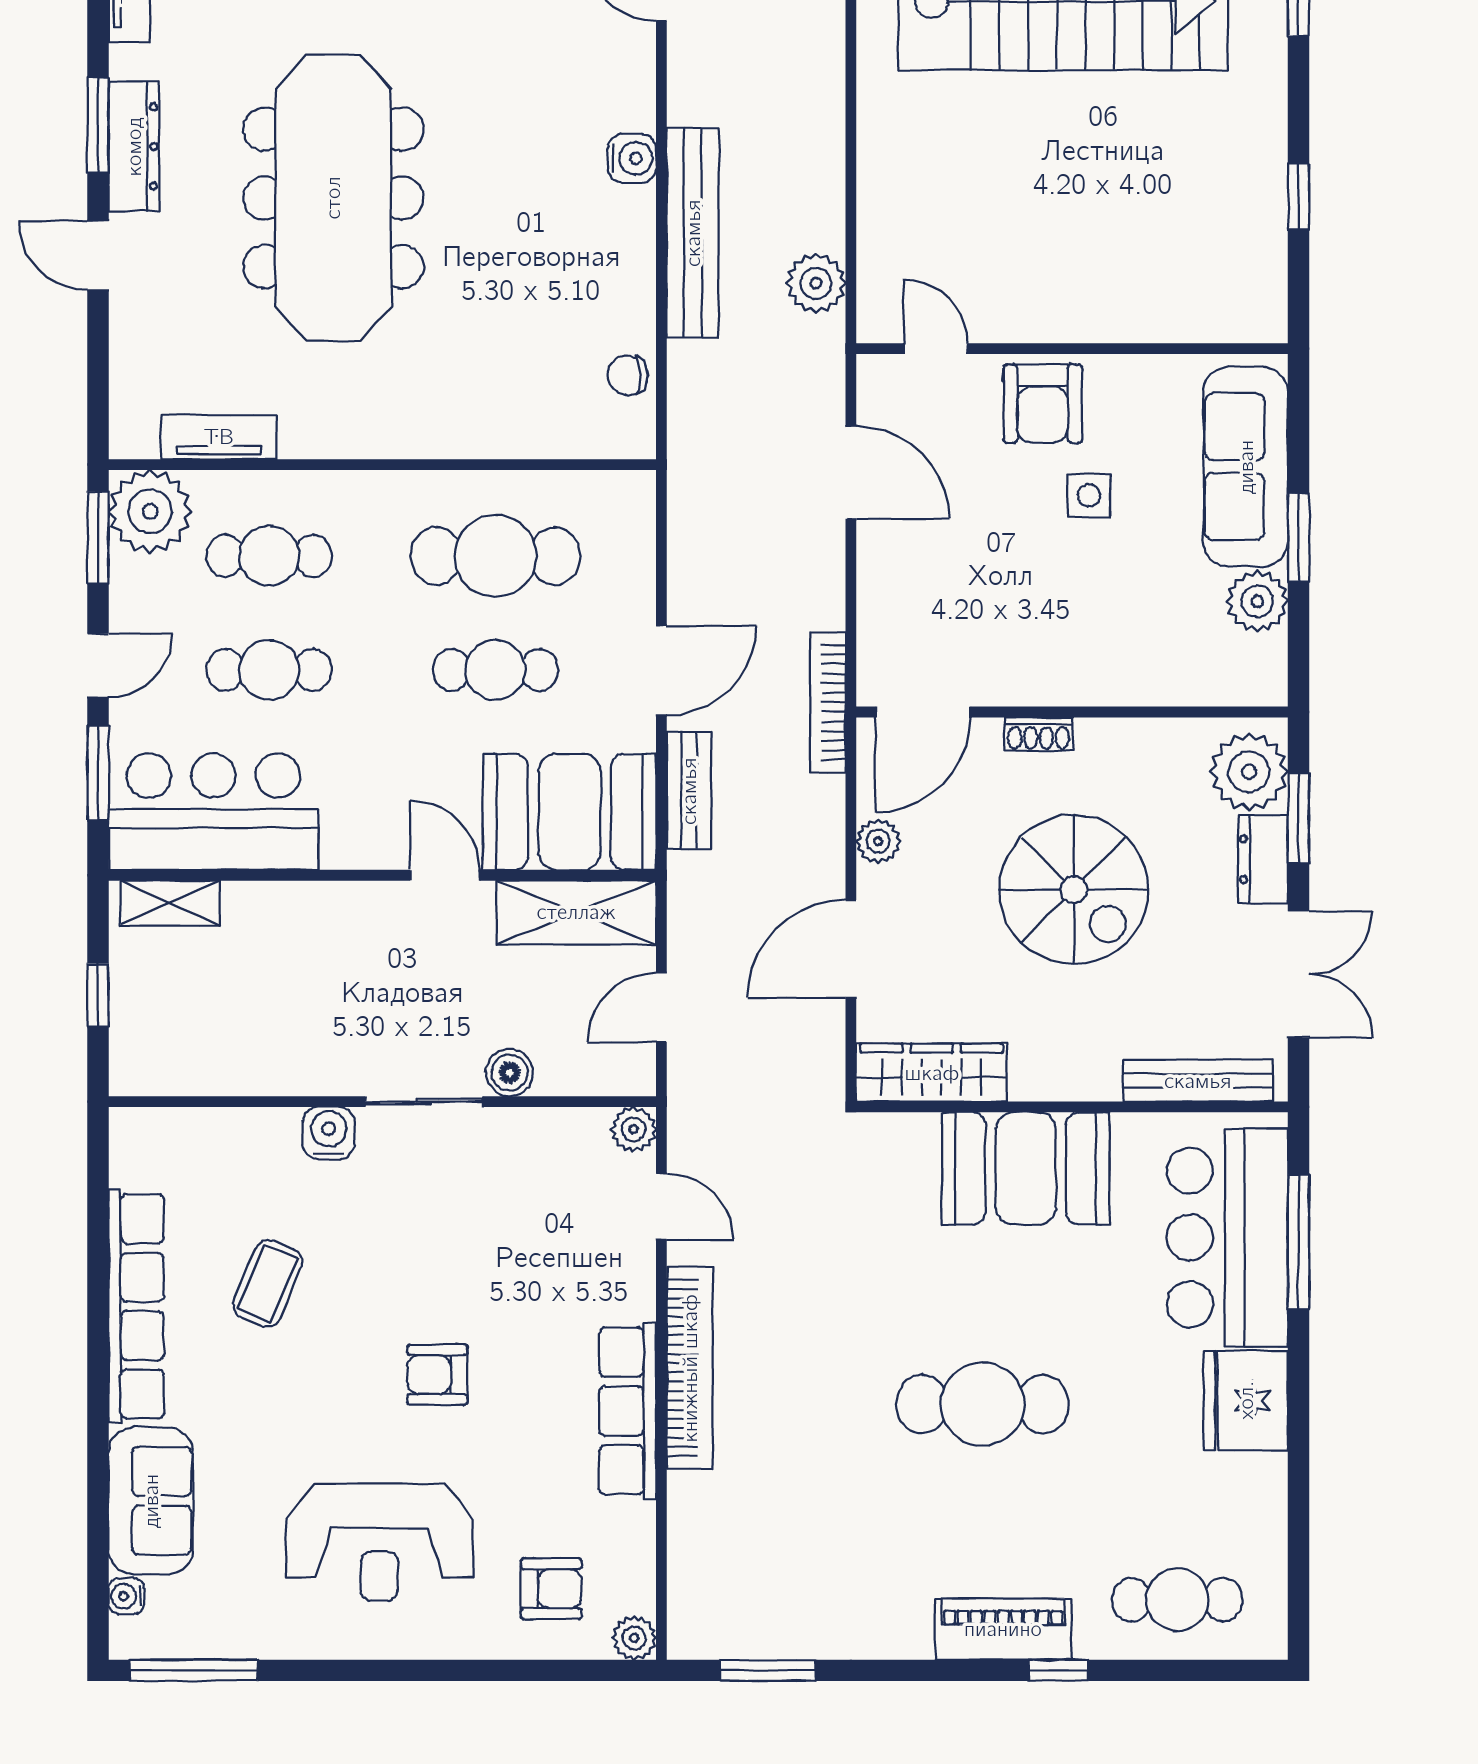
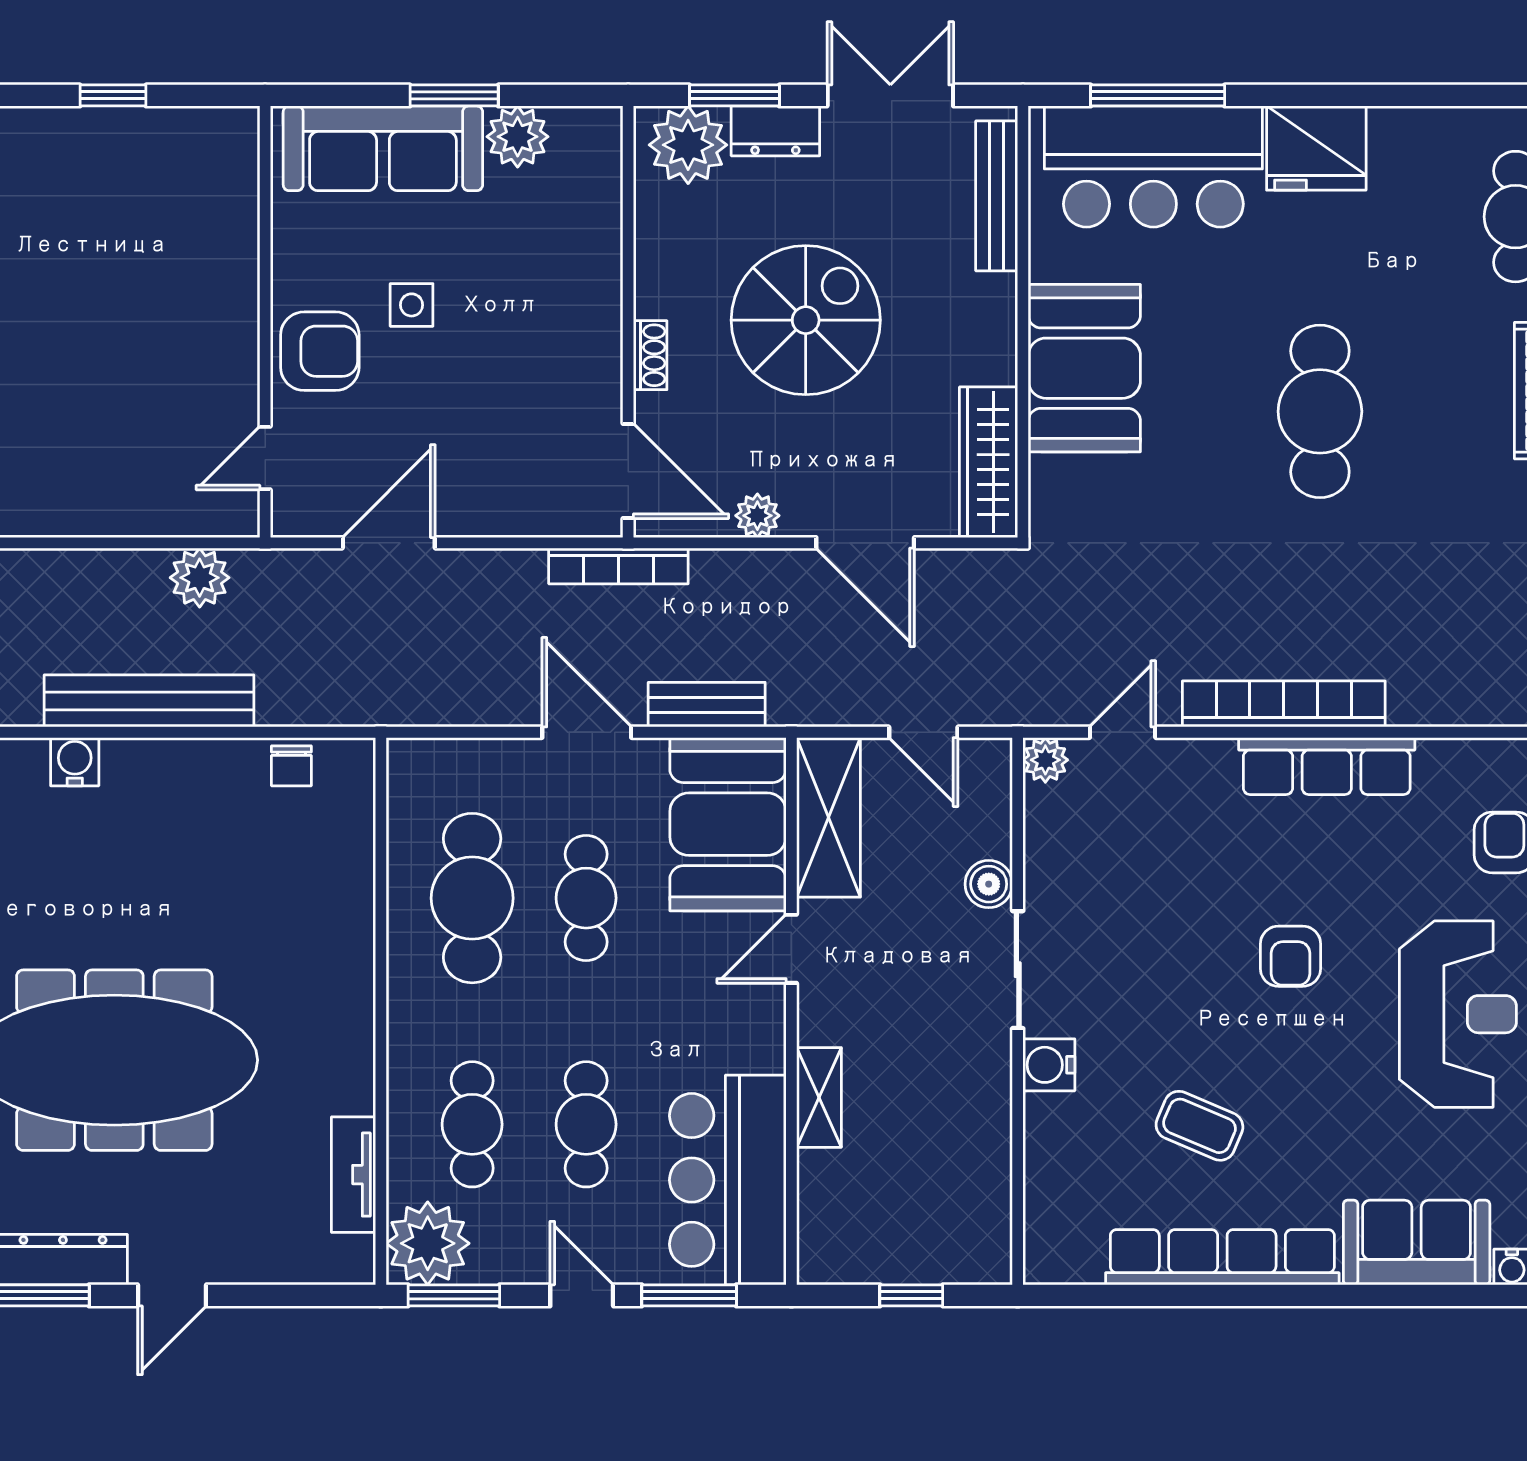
shelving: (170, 903) -> (819, 1097), moved

